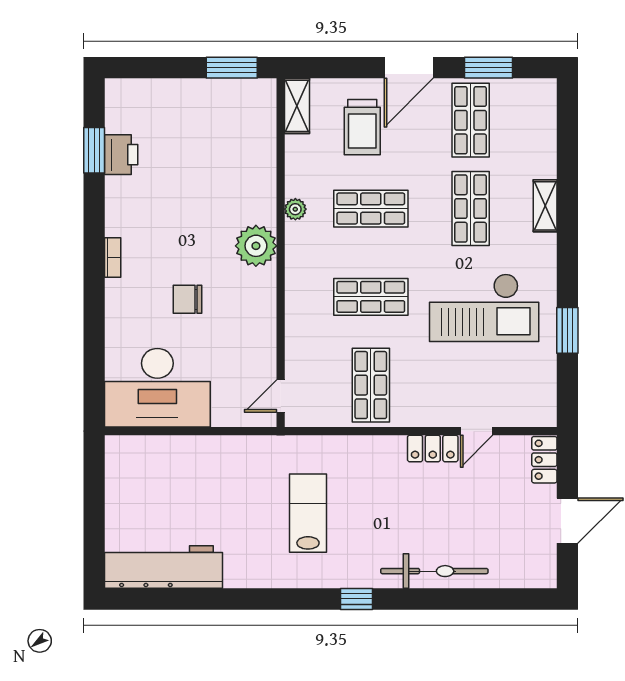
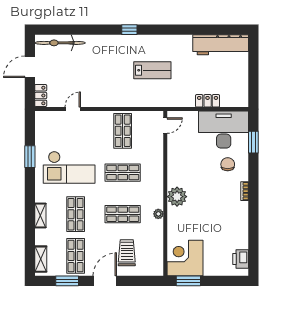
shelving: (297, 106) -> (41, 259), moved
corner desk: (239, 116) -> (185, 258), added
window: (94, 150) -> (253, 142), moved
printer: (121, 155) -> (241, 259), moved
chair: (188, 299) -> (228, 164), moved, turned -90
checkout: (484, 308) -> (69, 167), turned 180
locker: (433, 448) -> (208, 101), moved
lab bench: (308, 513) -> (152, 70), turned -90
bicycle: (434, 571) -> (60, 43), moved

